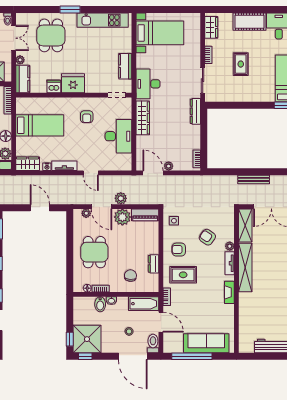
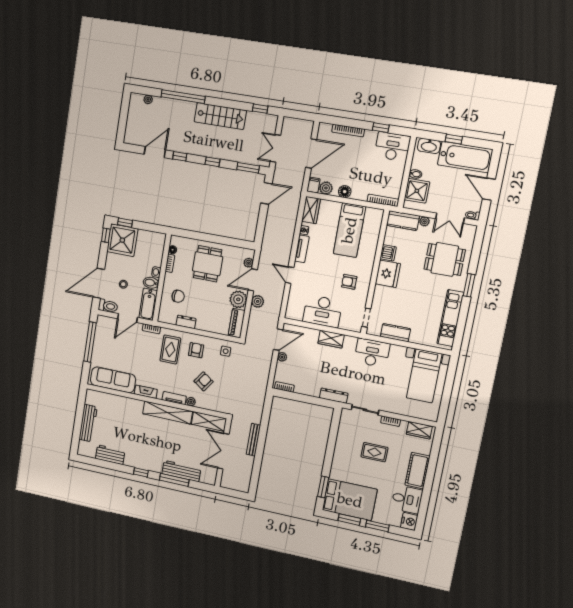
wardrobe: (143, 118) -> (331, 339), width x0.67
door: (91, 173) -> (290, 275), hinge flipped
door: (40, 208) -> (266, 193), moved
dining table: (94, 252) -> (208, 264), turned 90
bidet: (100, 304) -> (151, 283), moved
sofa: (206, 343) -> (113, 380), moved, turned -90

